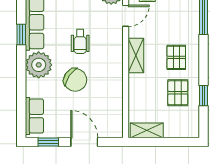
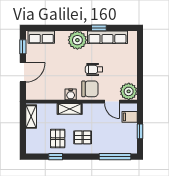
shelving: (136, 55) -> (70, 109), moved
water cooler: (115, 74) -> (71, 94), added
chair: (75, 80) -> (90, 89), moved, turned -125
pallet: (178, 93) -> (58, 139), turned 90

